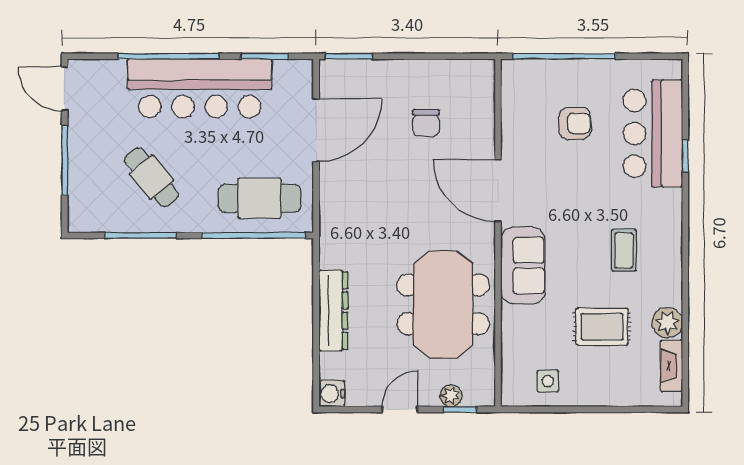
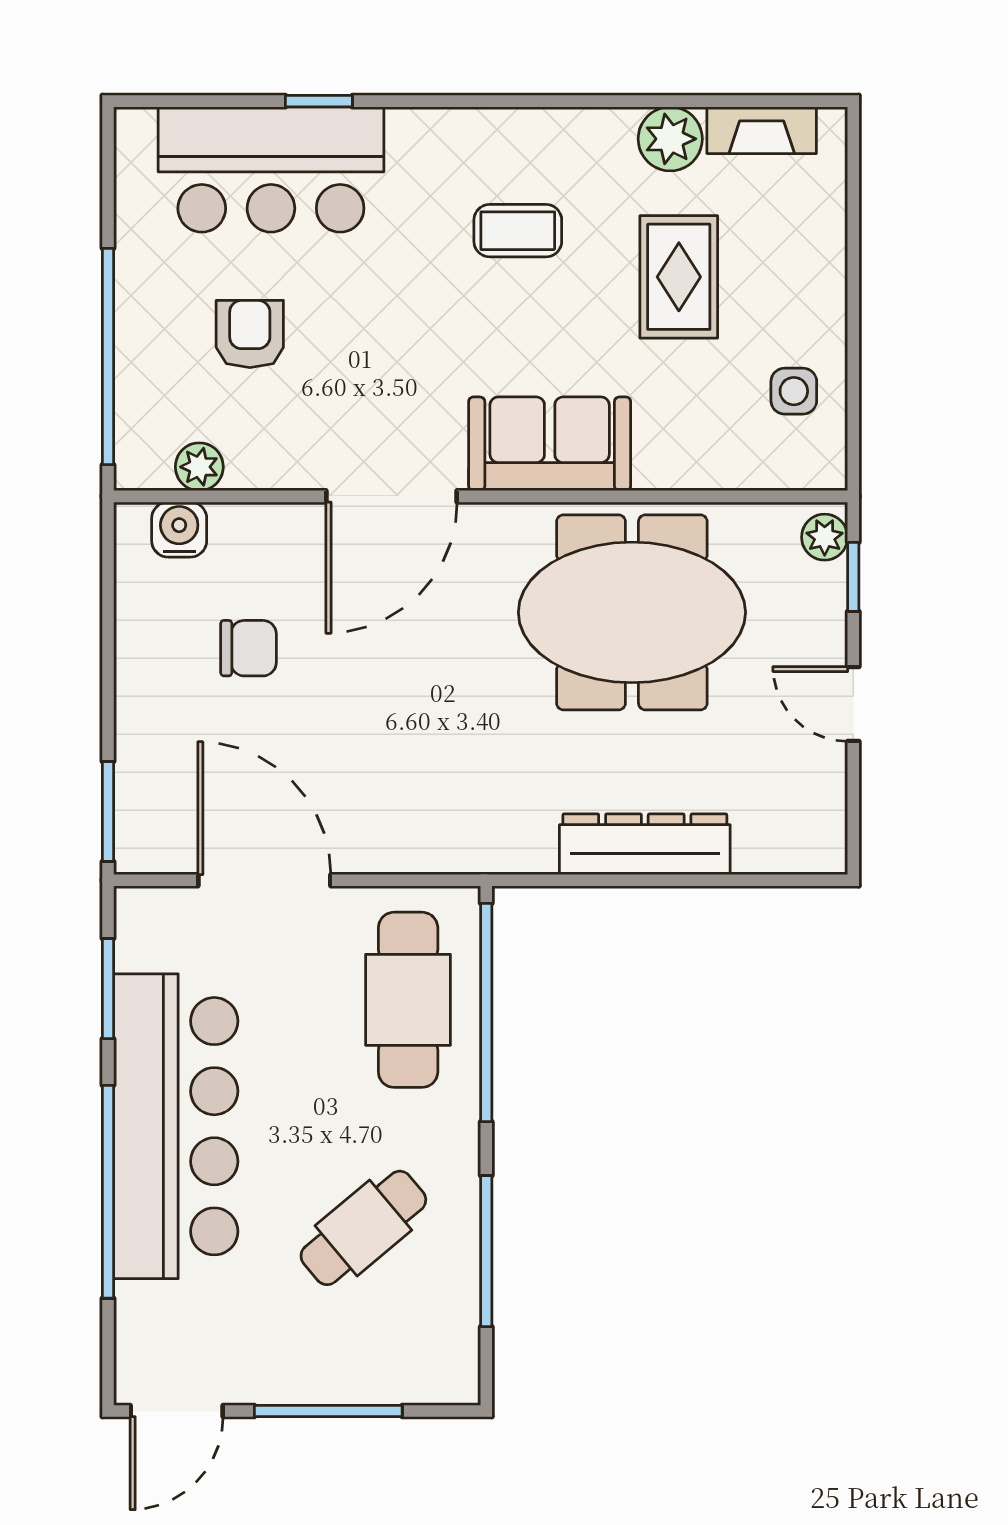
plant: (512, 99) -> (199, 467), added
water cooler: (332, 394) -> (179, 530), moved, turned 180
plant: (451, 396) -> (825, 537), moved

